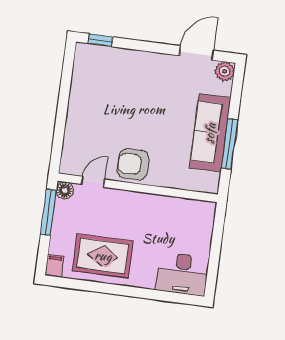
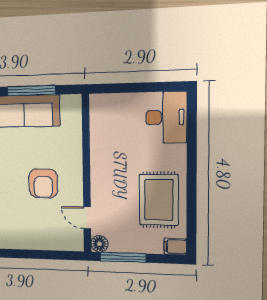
armchair: (133, 164) -> (43, 183), moved

